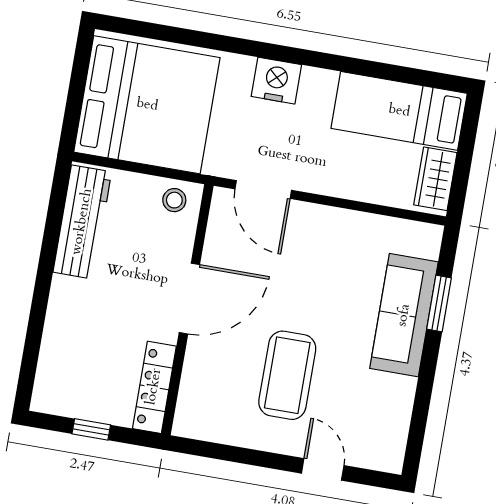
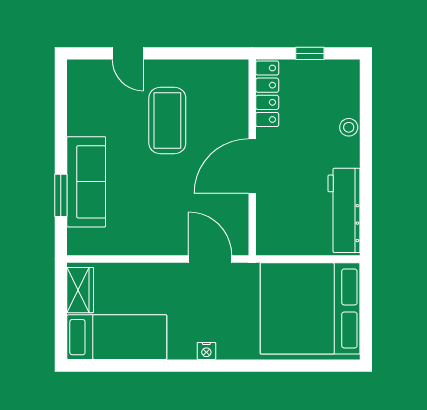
nightstand: (276, 81) -> (206, 351), width x0.53, depth x0.56
stool: (174, 200) -> (349, 127), moved

